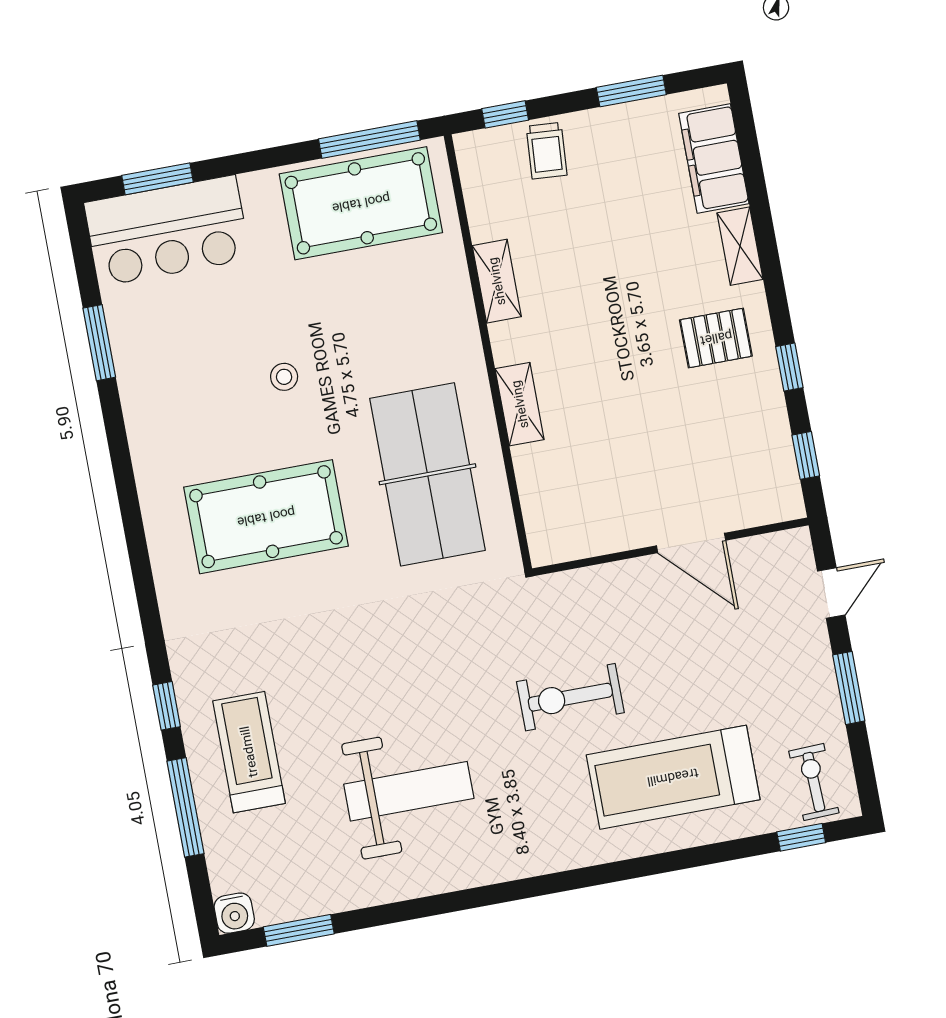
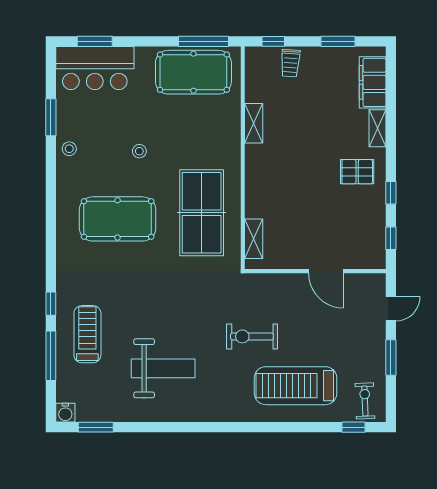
stool: (147, 397) -> (69, 149), added
shelving: (520, 404) -> (254, 239), moved

